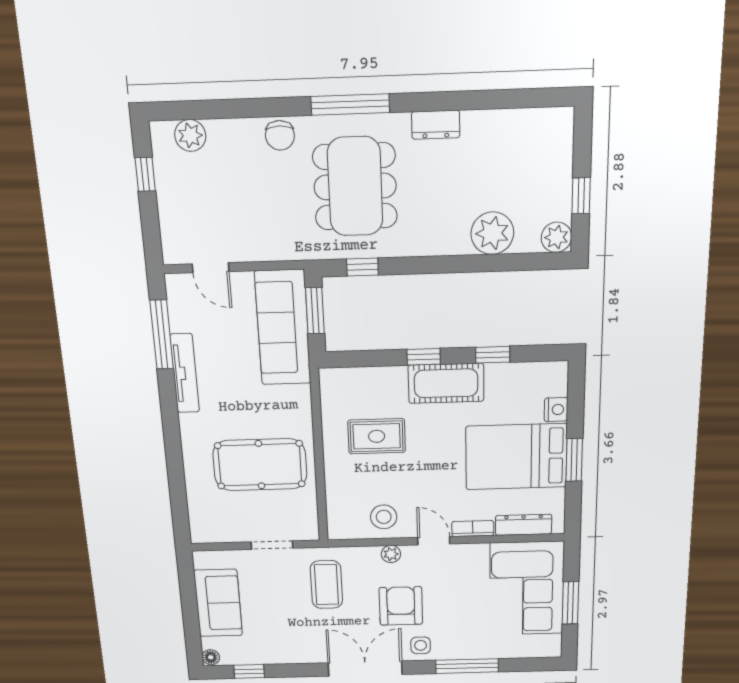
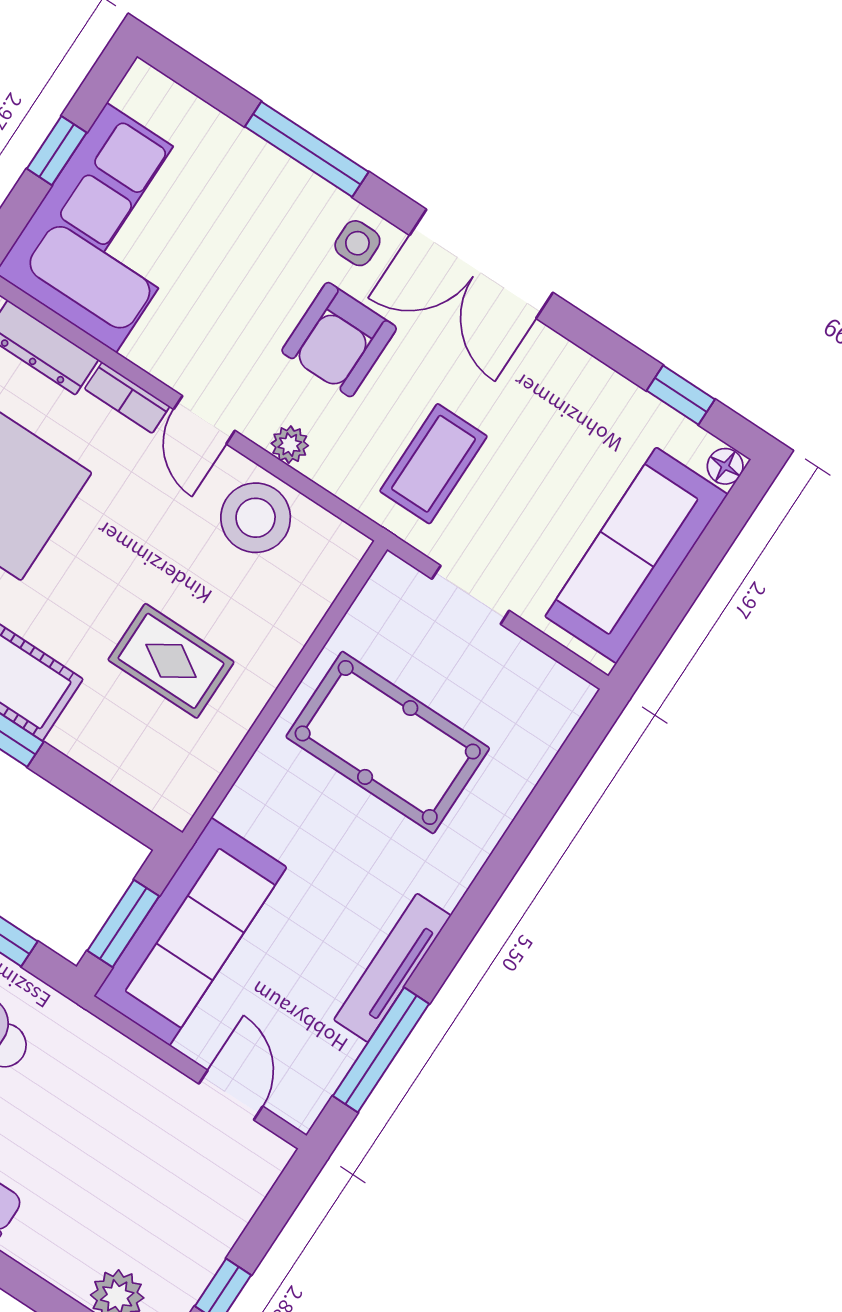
stool: (384, 517) -> (256, 518), width x1.38, depth x1.38
sofa: (218, 603) -> (636, 555), width x1.36
window: (571, 603) -> (57, 151), width x0.67

